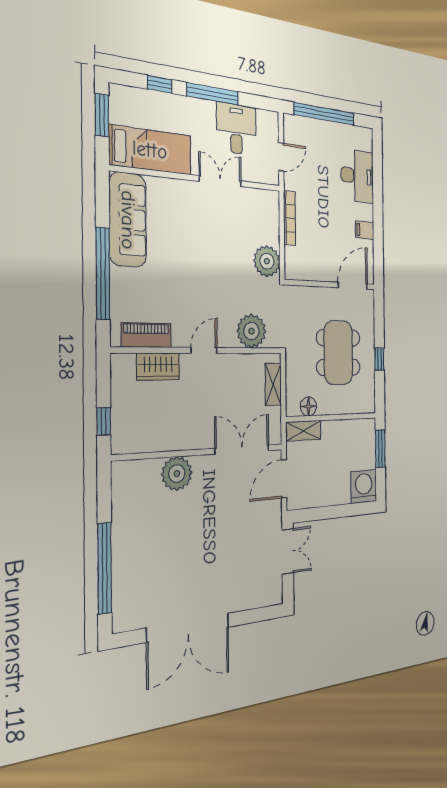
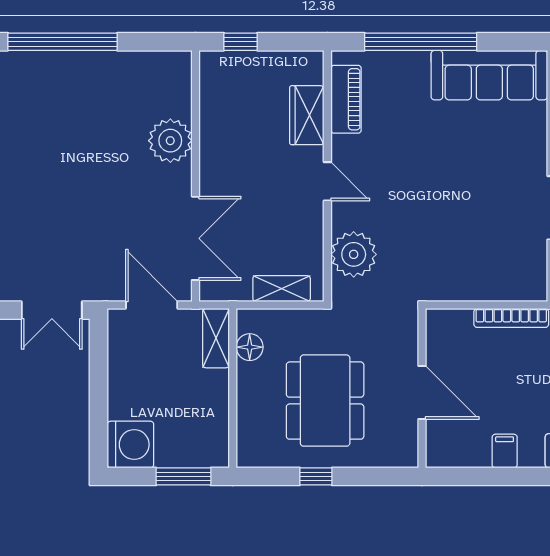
plant: (267, 261) -> (449, 280), removed
door: (353, 286) -> (422, 392), moved
dining table: (338, 353) -> (325, 401), turned 90

